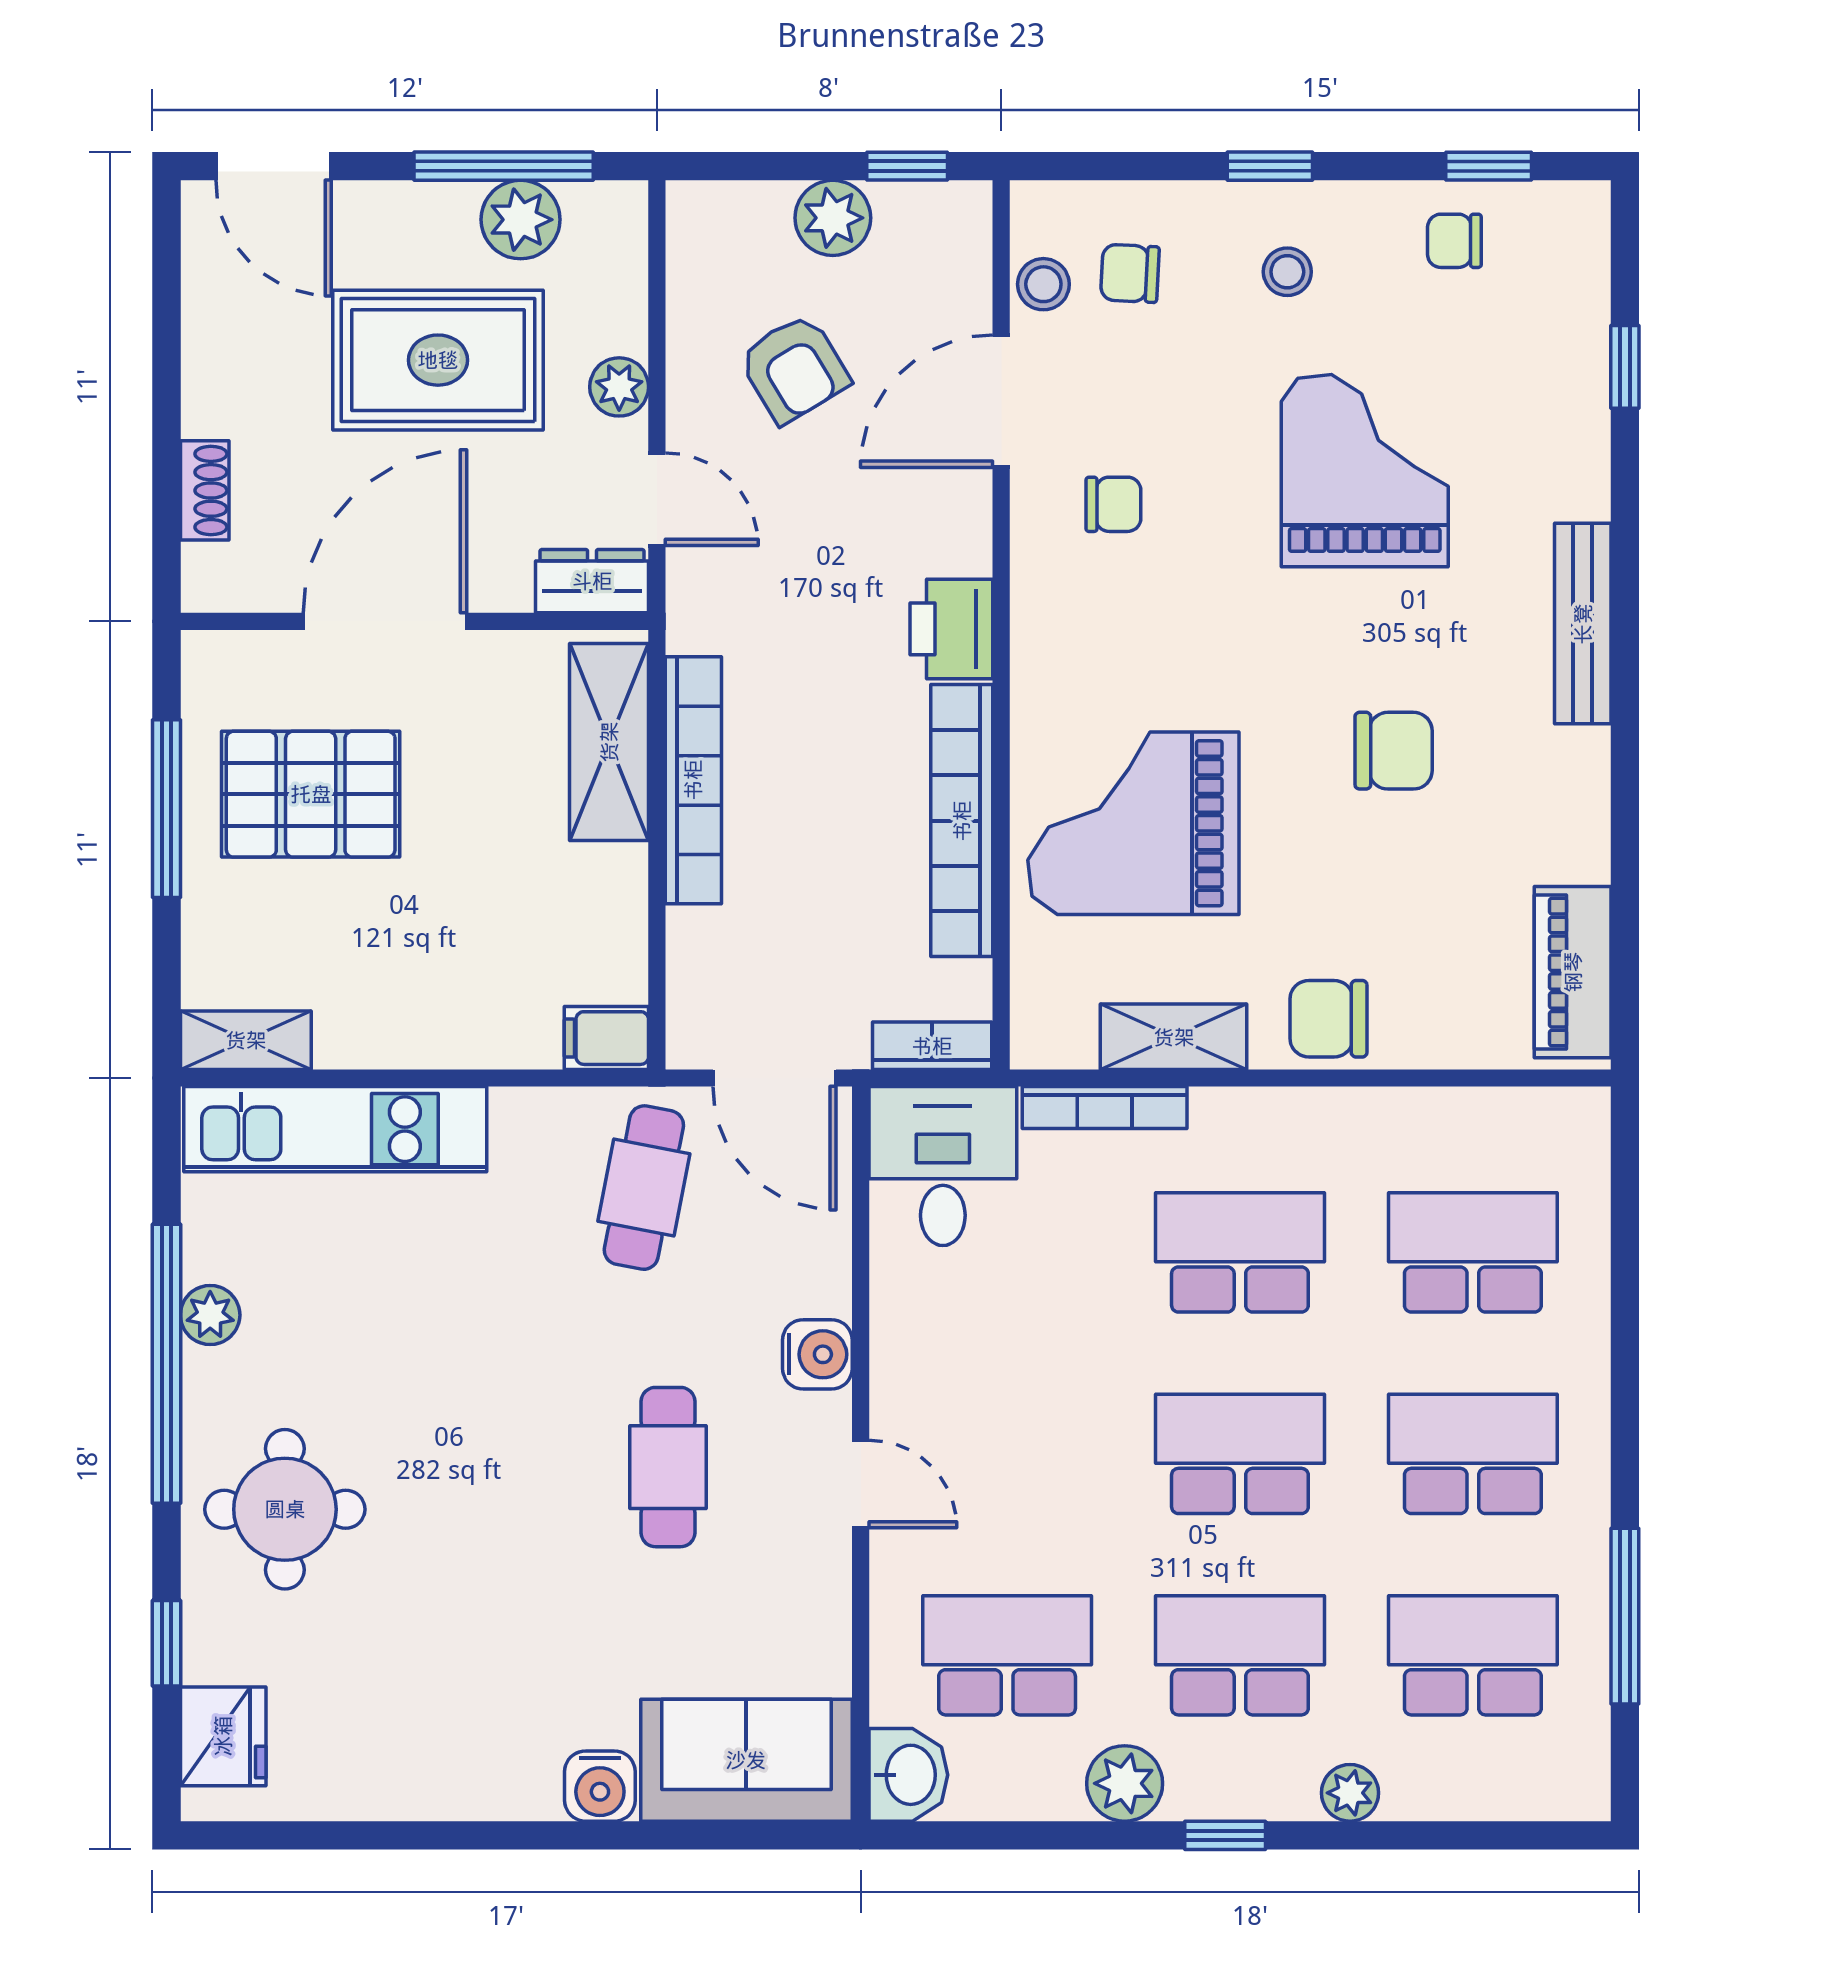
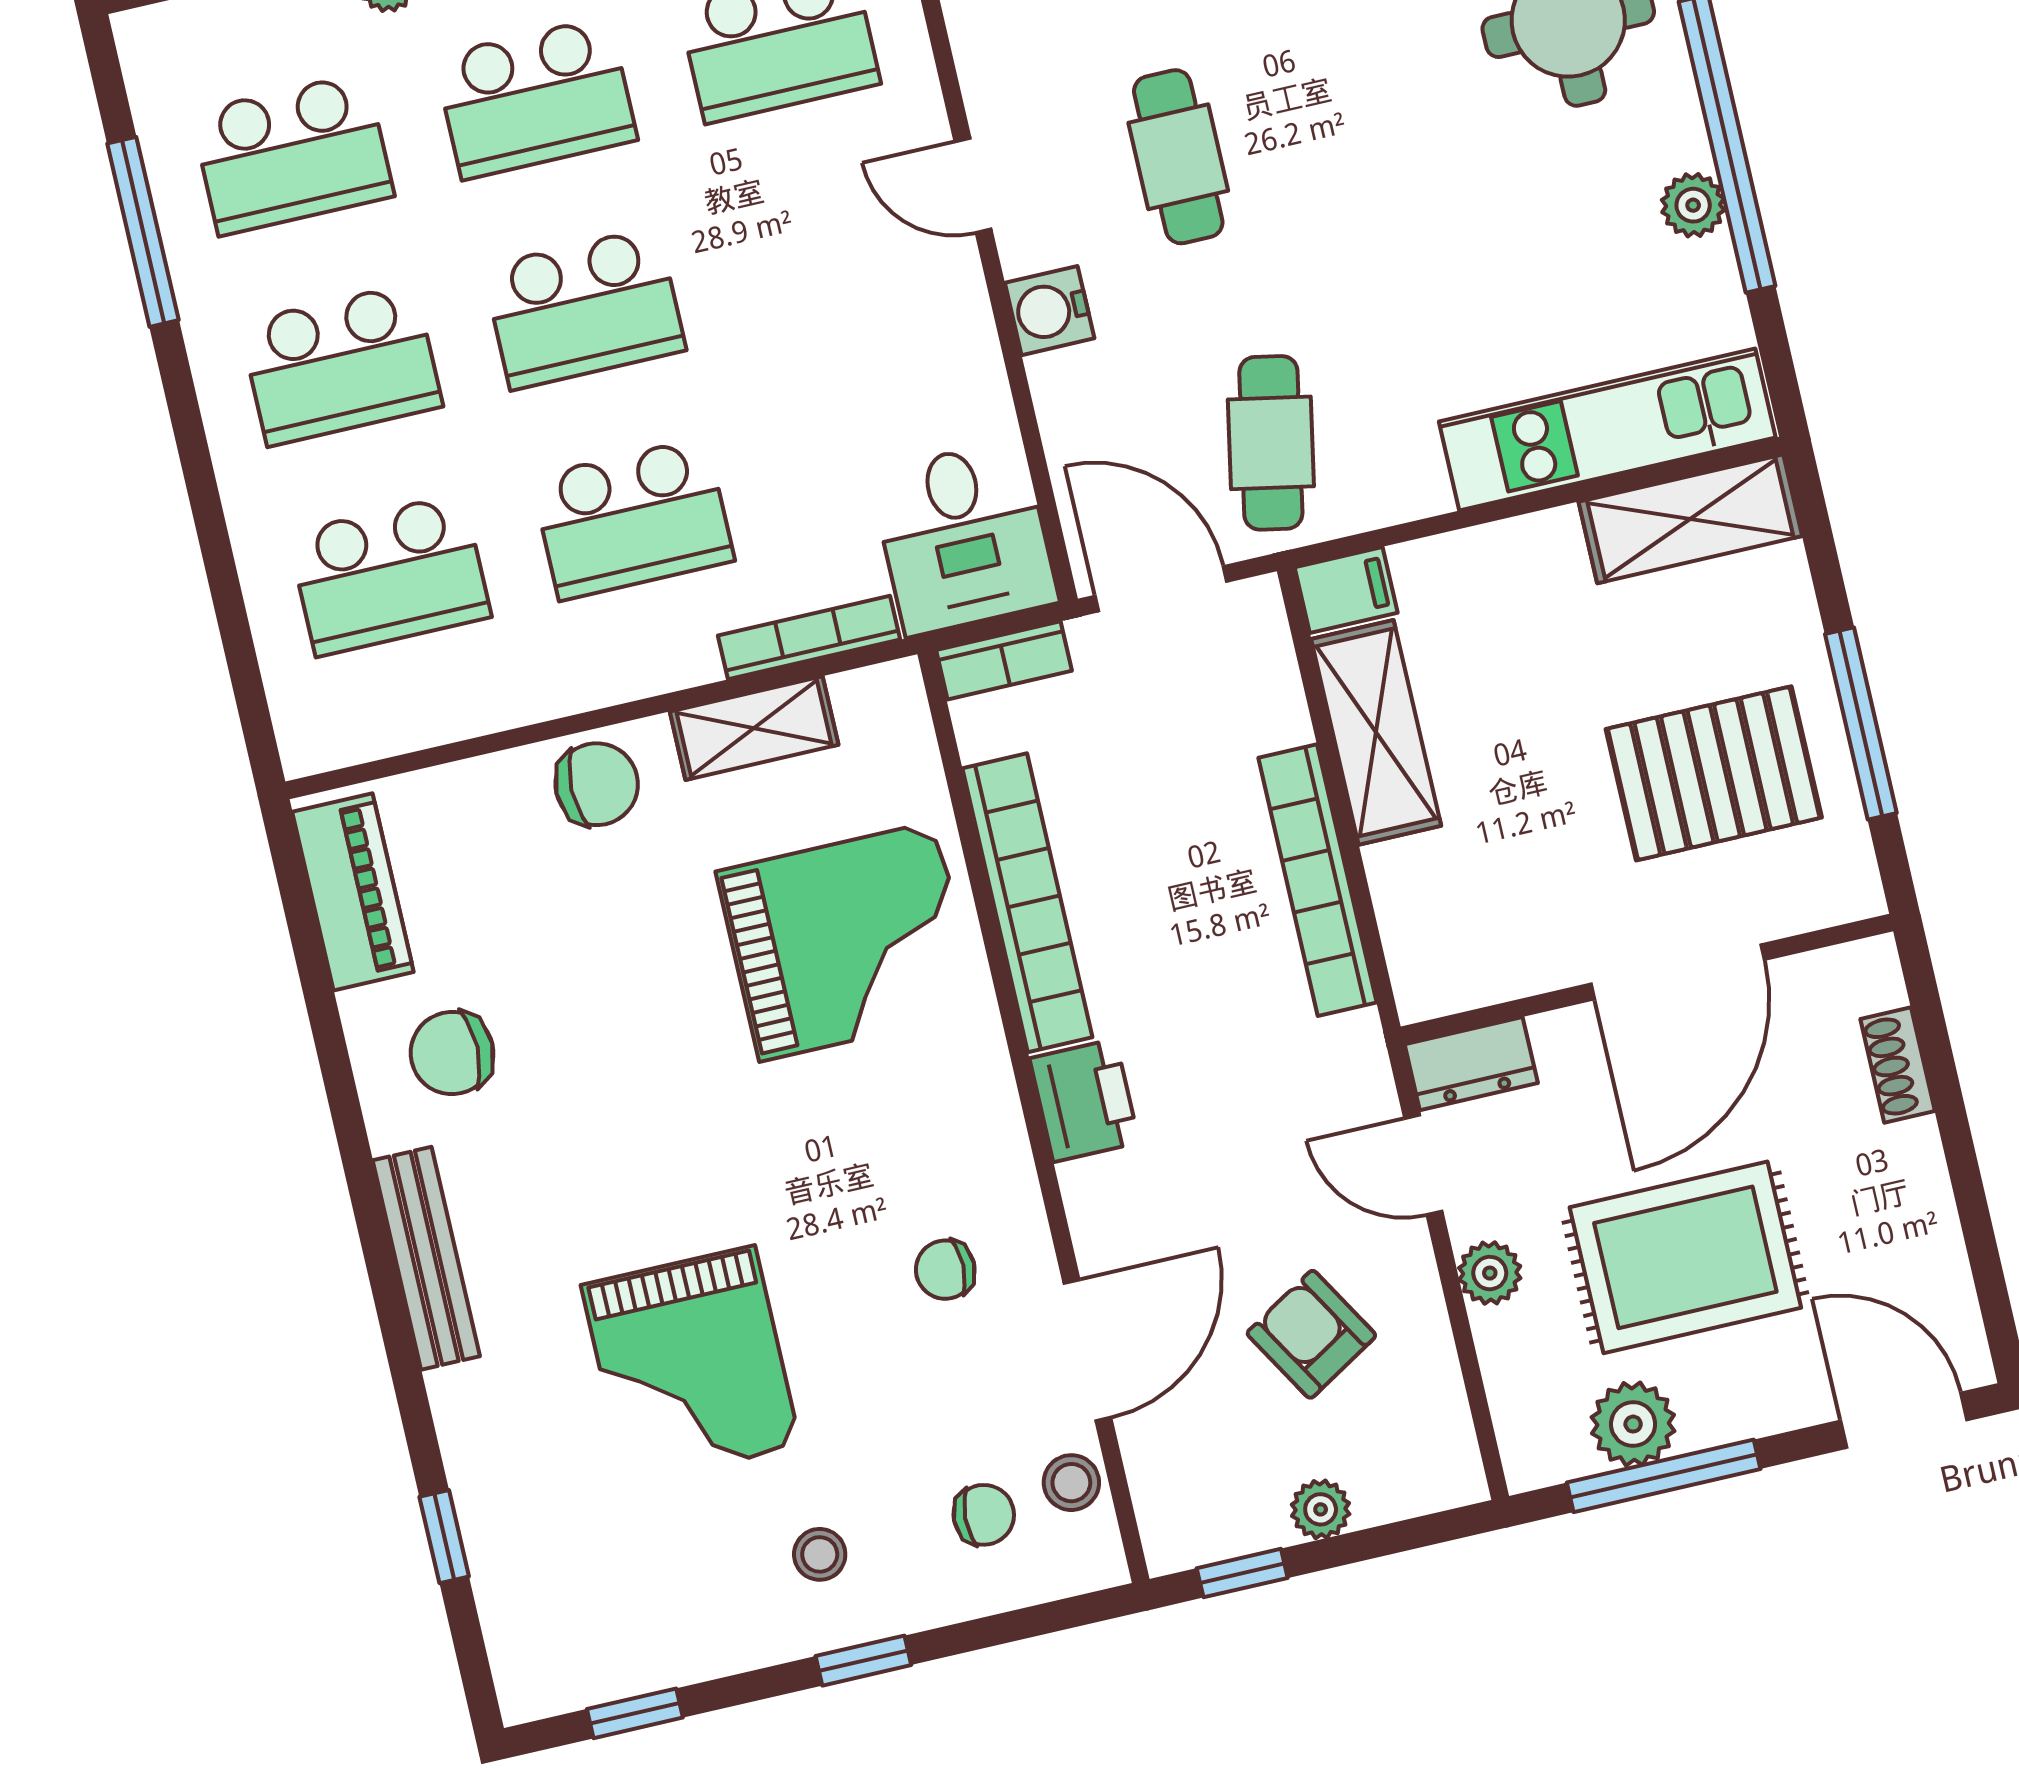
plant: (833, 218) -> (1321, 1509), width x0.73, depth x0.73
chair: (1454, 241) -> (653, 1627), removed
shelving: (609, 742) -> (1376, 732), moved
chair: (1394, 751) -> (452, 1053), moved
shelving: (246, 1040) -> (1690, 519), width x1.50, depth x1.33

